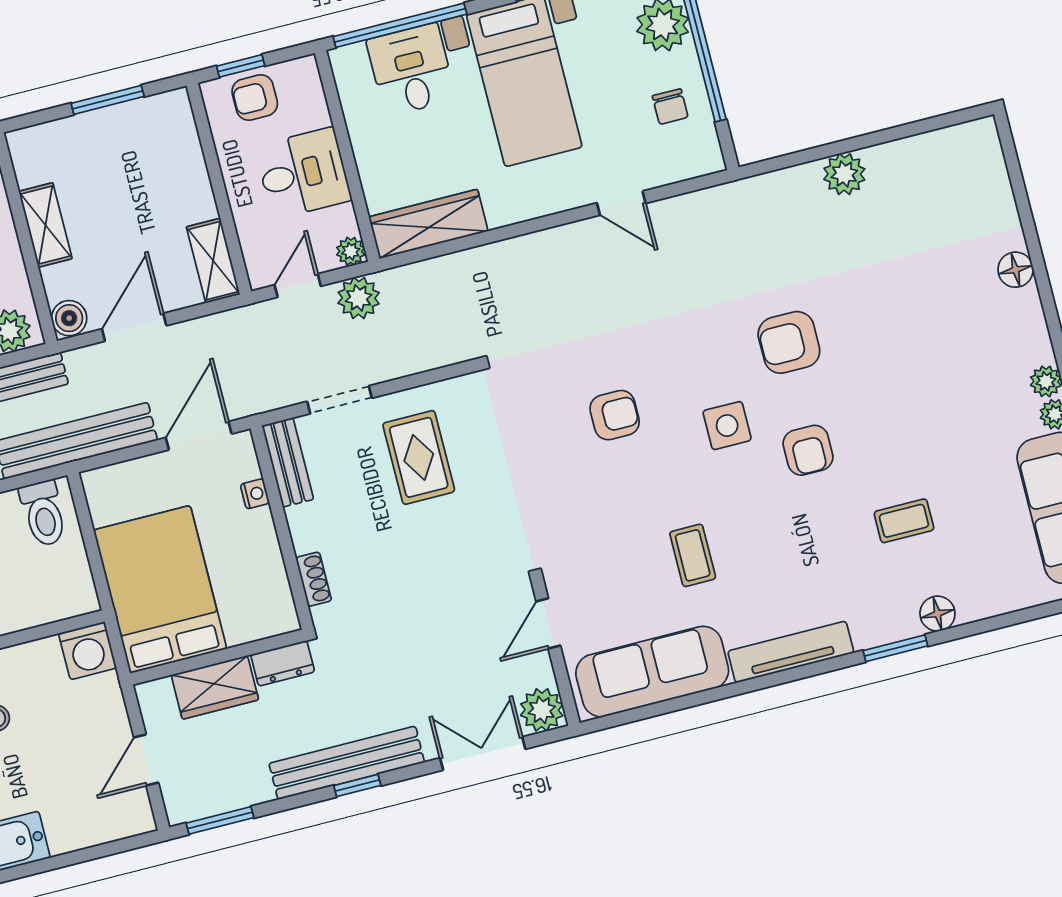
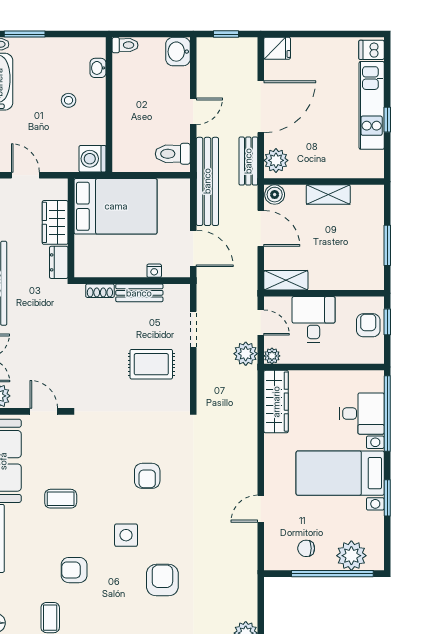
desk: (303, 173) -> (314, 319), moved, turned 180
armchair: (808, 450) -> (74, 570), moved
bench: (288, 462) -> (139, 293), moved

